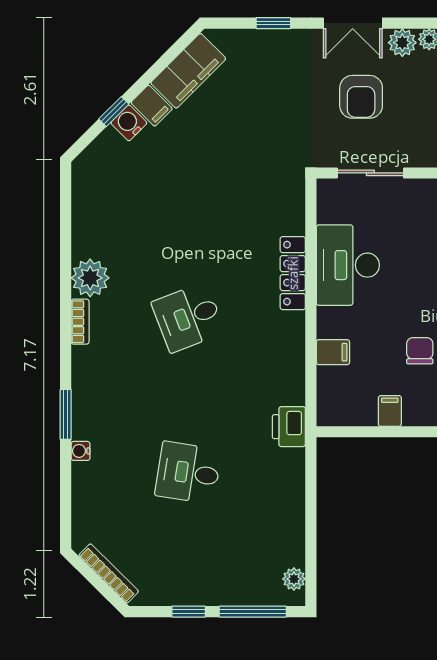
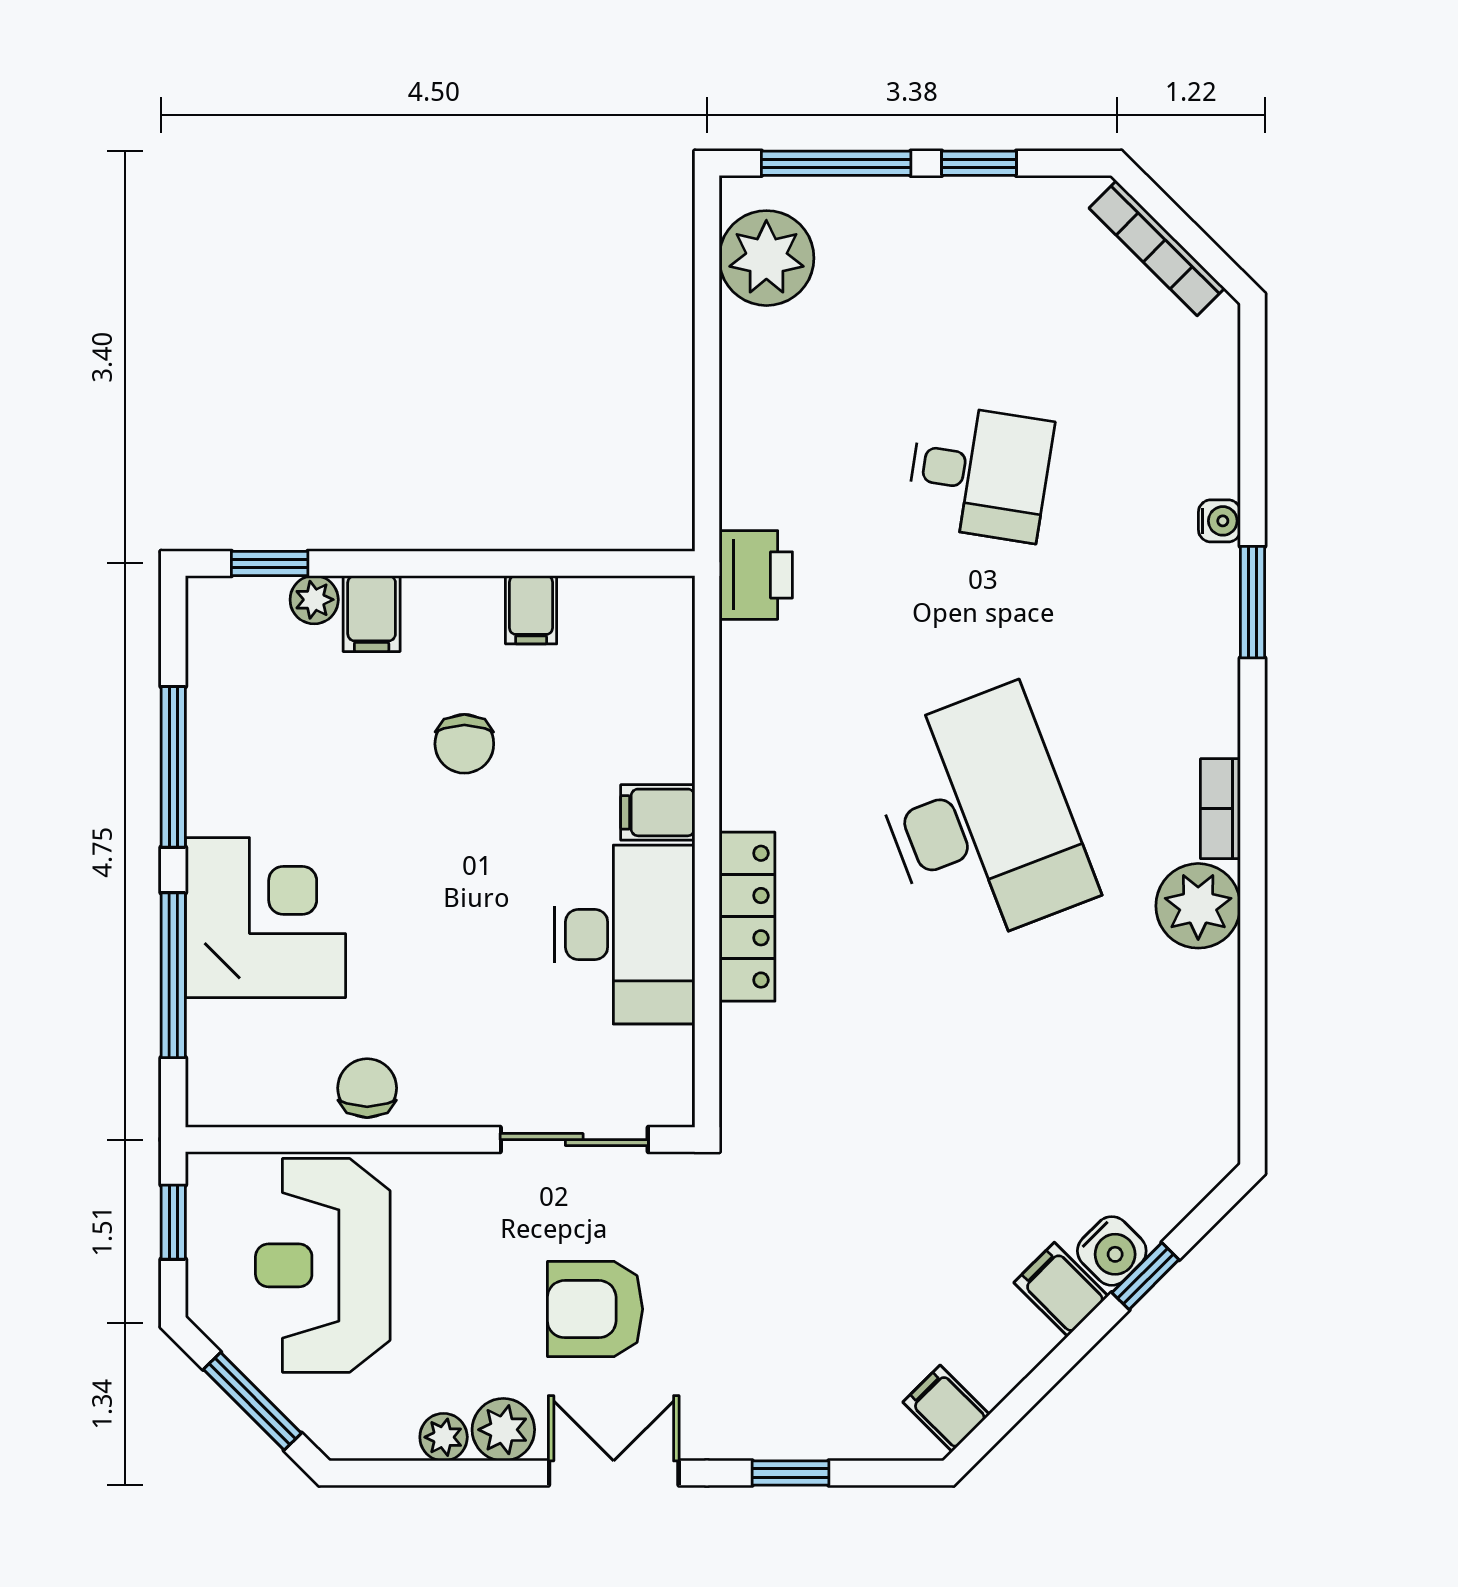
filing cabinet: (188, 71) -> (946, 1408), width x0.33, depth x0.86
armchair: (361, 97) -> (595, 1309), turned -90
desk: (188, 317) -> (980, 818), width x1.87, depth x1.30
filing cabinet: (333, 352) -> (658, 812), moved
plant: (294, 579) -> (766, 258), width x1.88, depth x1.88

